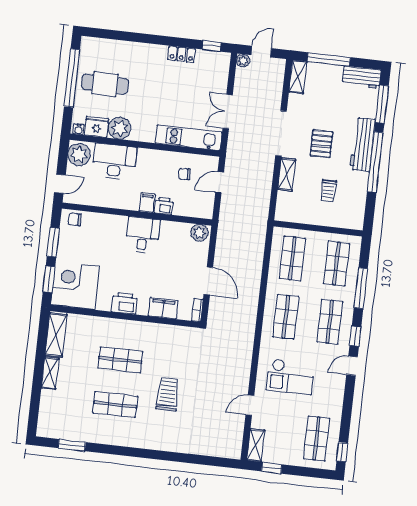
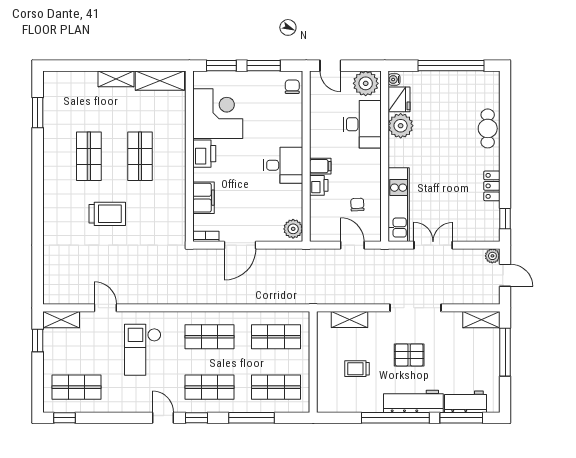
workbench: (362, 77) -> (465, 402), moved, turned 90
cafe table: (105, 84) -> (488, 128), moved, width x0.73, depth x0.74
shelving: (287, 174) -> (349, 320), moved
corner desk: (75, 285) -> (218, 114), moved

